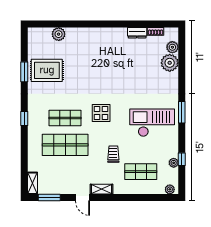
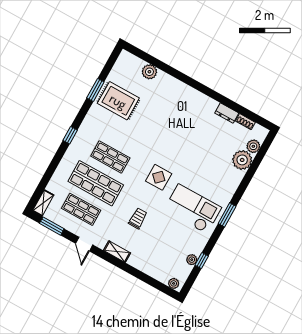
display table: (101, 113) -> (159, 177), moved
shop shelf: (141, 172) -> (81, 209), moved
shelving: (102, 189) -> (117, 252), moved

